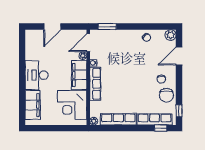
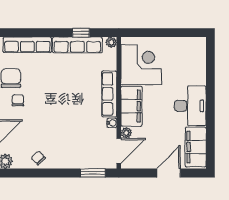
filing cabinet: (33, 105) -> (196, 147), moved
window: (161, 128) -> (81, 33), moved

